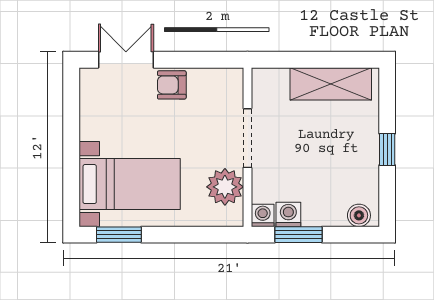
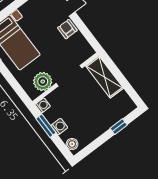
shelving: (331, 84) -> (104, 77), moved
window: (387, 149) -> (119, 127), moved
washing machine: (288, 214) -> (59, 127), moved

